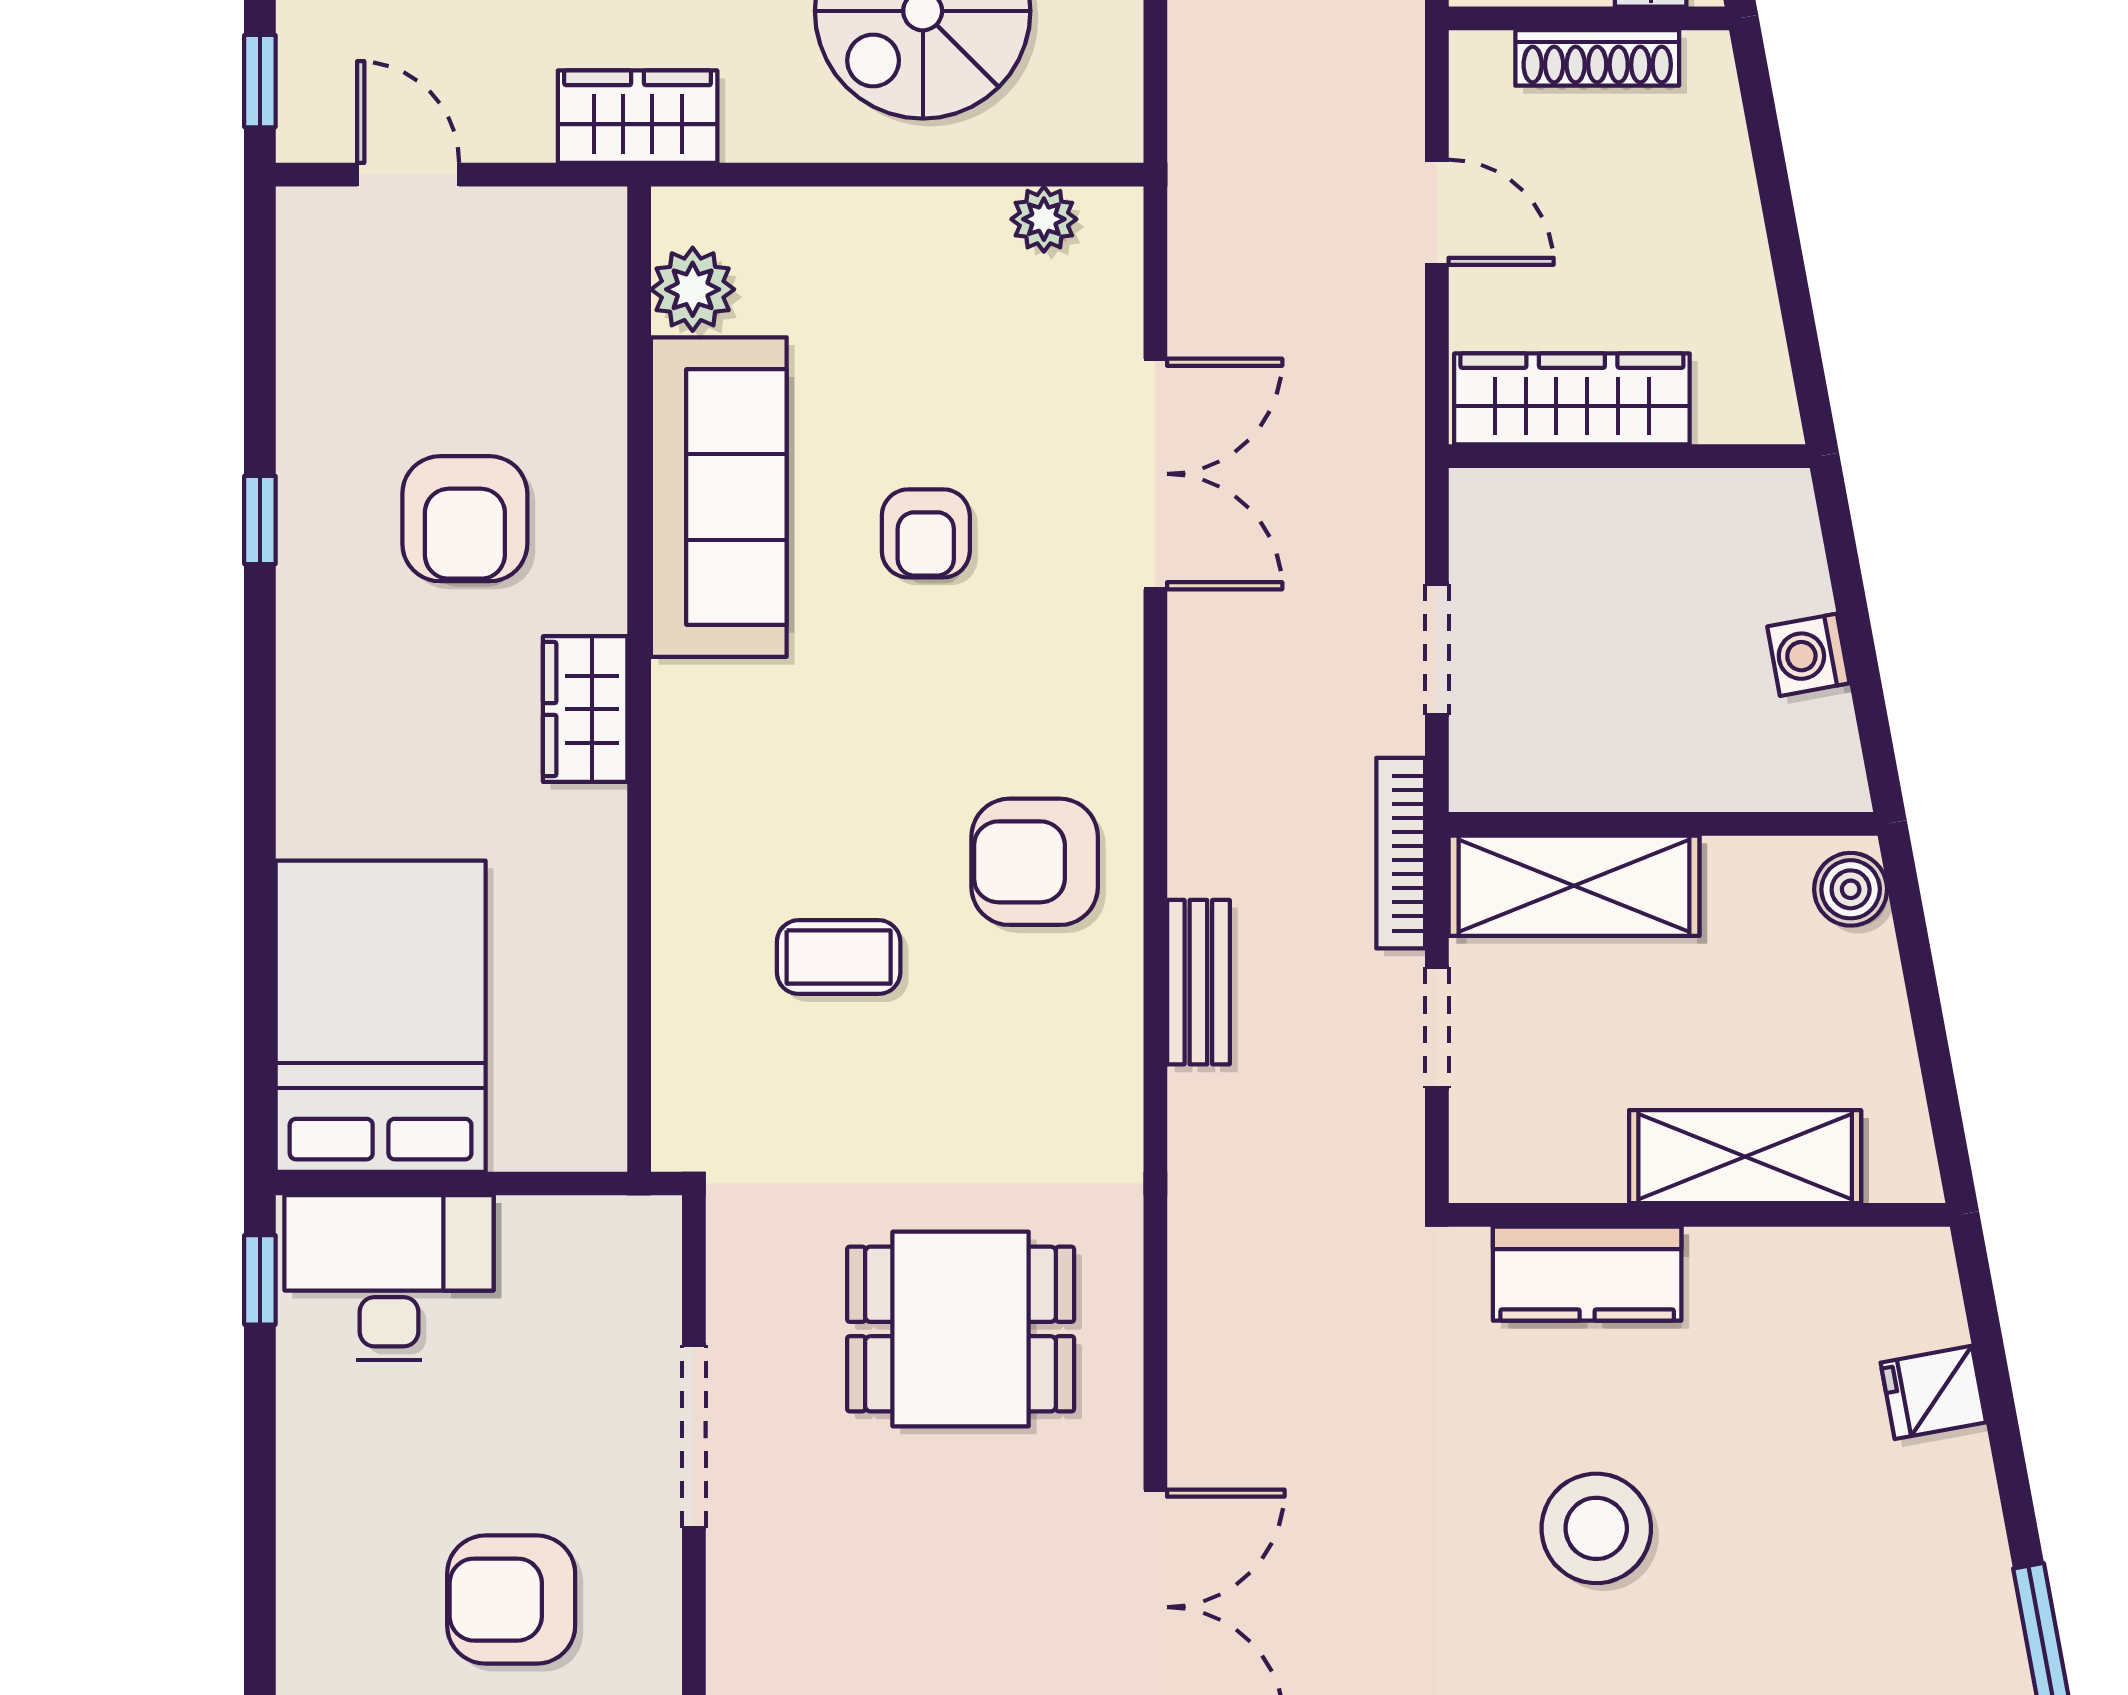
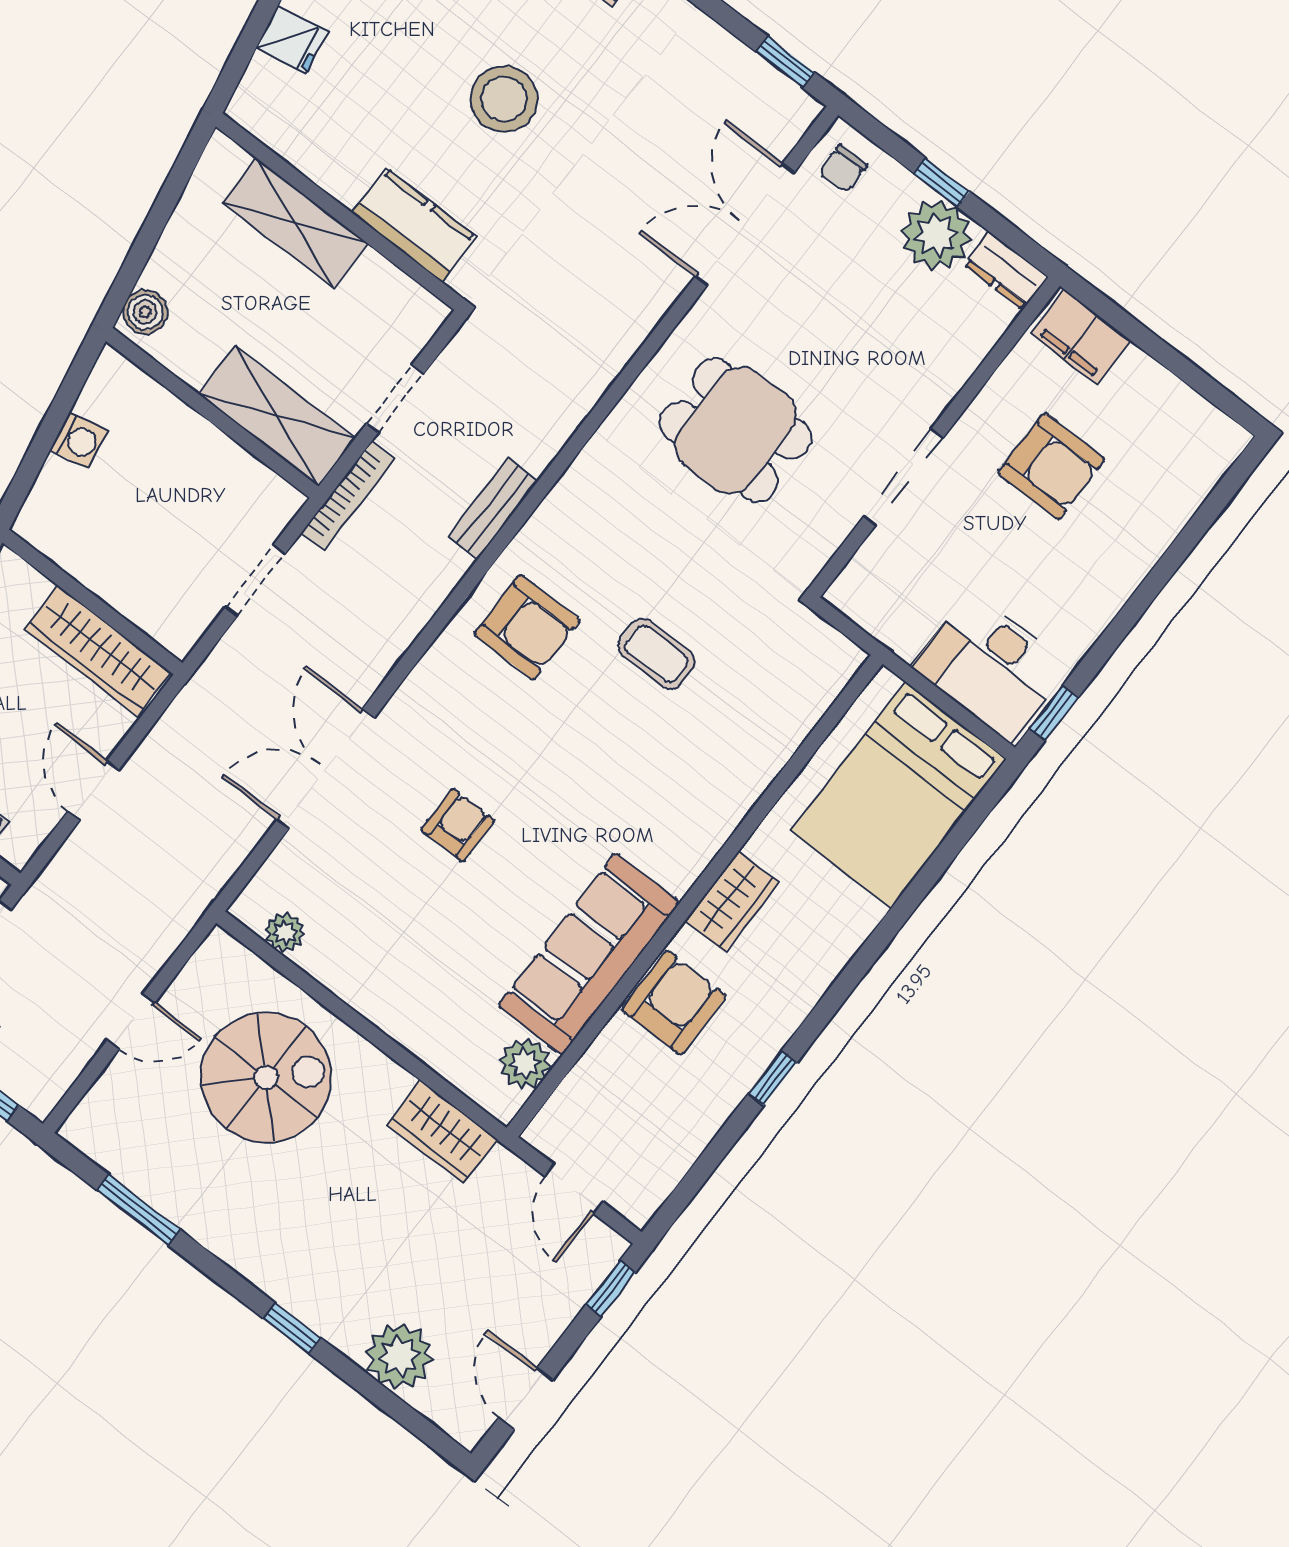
plant: (693, 289) -> (525, 1063), moved
sofa: (719, 497) -> (589, 954), moved
wall: (639, 679) -> (695, 896), moved
wardrobe: (585, 709) -> (732, 902), moved

